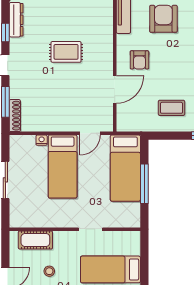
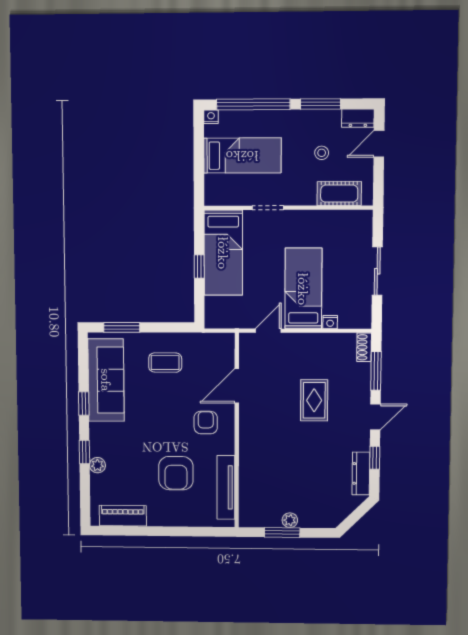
rug: (66, 52) -> (314, 400), moved, turned 90
shoe rack: (15, 116) -> (364, 347), width x0.70
bed: (125, 168) -> (223, 253), moved, turned 180
window: (144, 184) -> (199, 266), width x0.46

